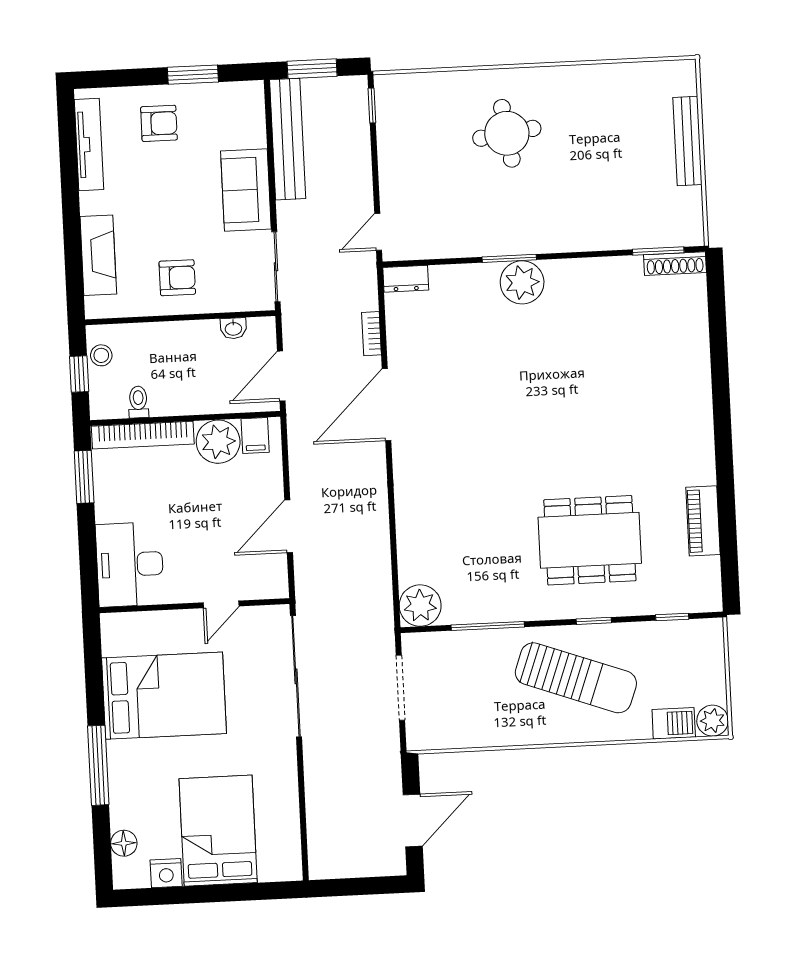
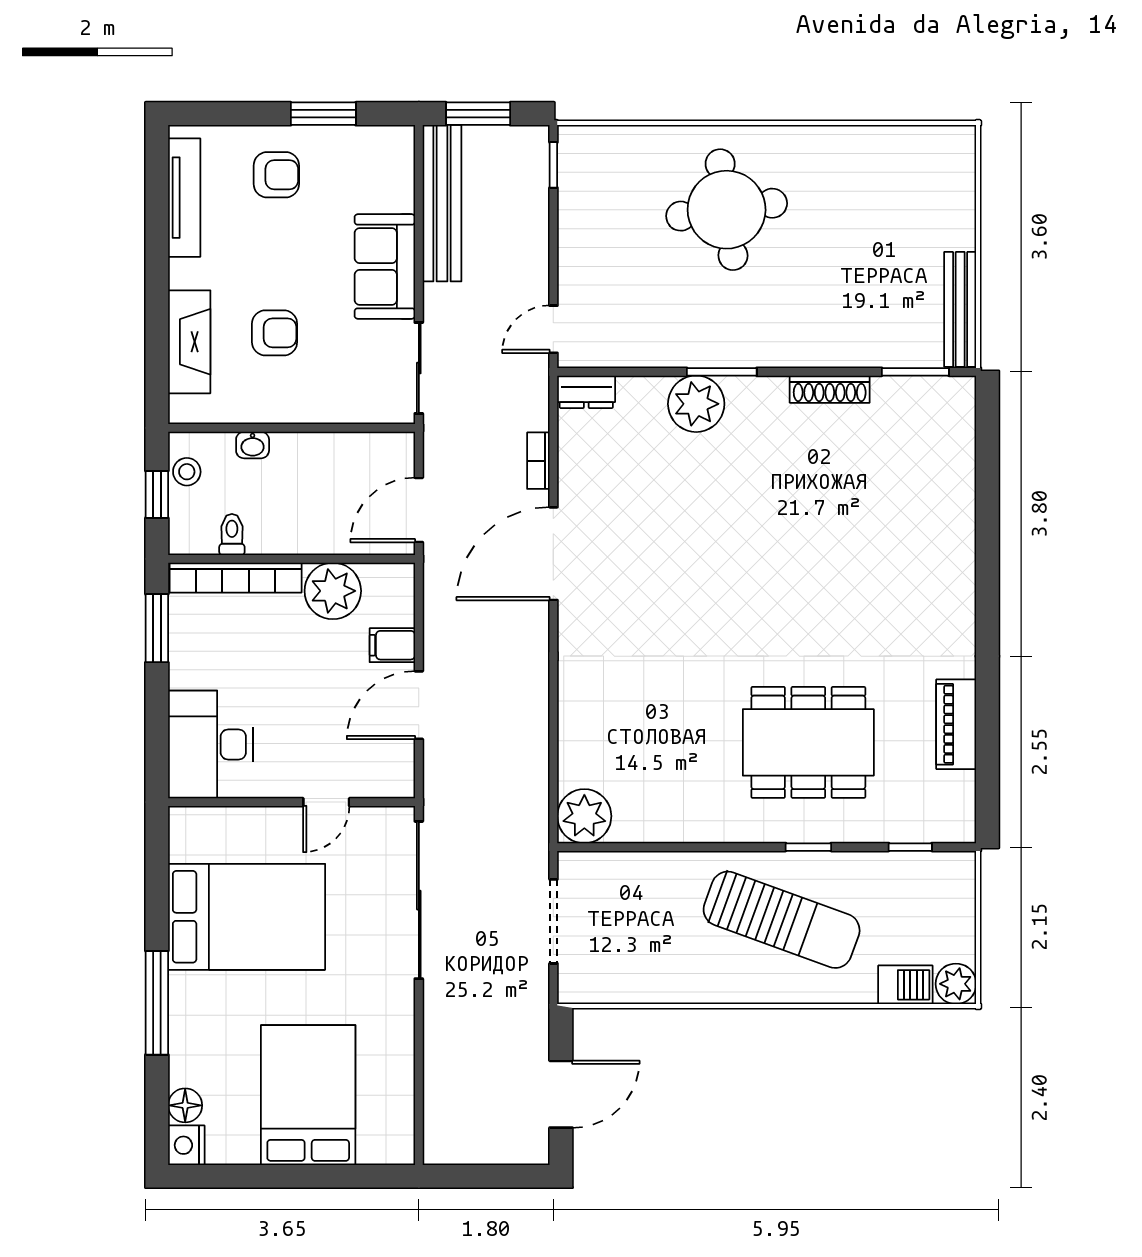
round table: (507, 133) -> (727, 210), width x1.36, depth x1.36
bench: (687, 141) -> (960, 309), moved
shoe rack: (675, 264) -> (830, 389), moved
armchair: (177, 278) -> (275, 333), moved
plant: (522, 282) -> (696, 404), moved
washbasin: (233, 328) -> (253, 445), moved
filing cabinet: (255, 436) -> (392, 645), moved, turned 90
window: (488, 626) -> (671, 847), removed
nightstand: (166, 873) -> (186, 1145), moved, turned 90

